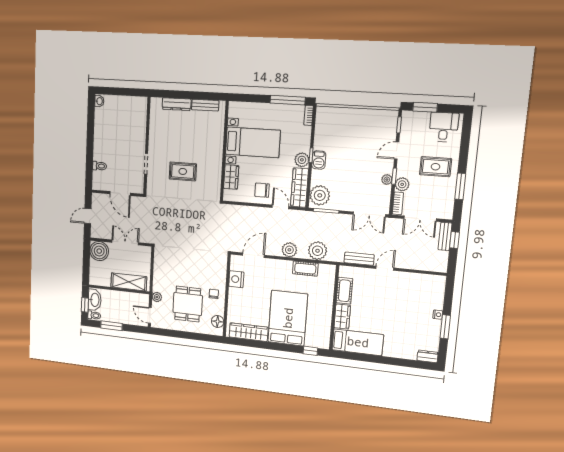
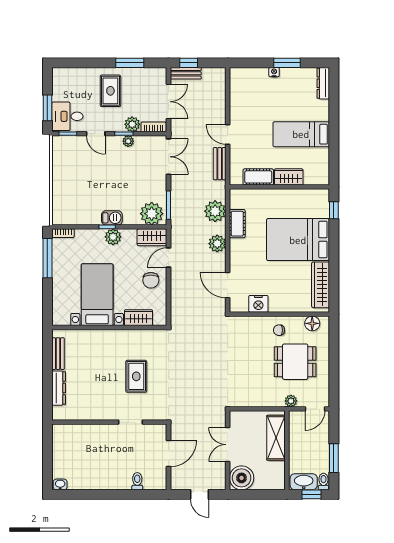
desk: (444, 127) -> (67, 116), moved
wardrobe: (300, 188) -> (152, 237), width x0.67
bed: (358, 342) -> (301, 134), moved, turned -90
dresser: (428, 356) -> (323, 83), width x1.44

